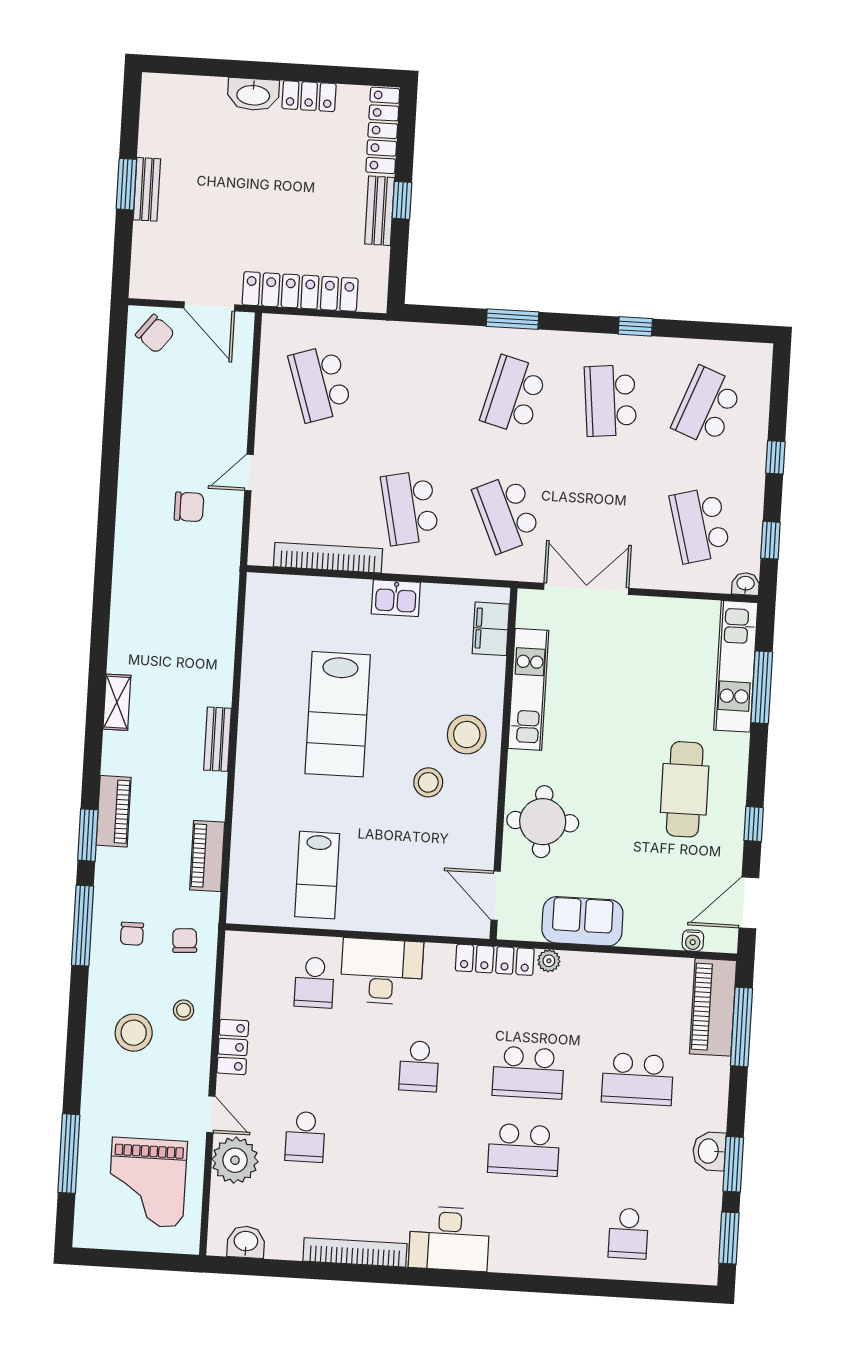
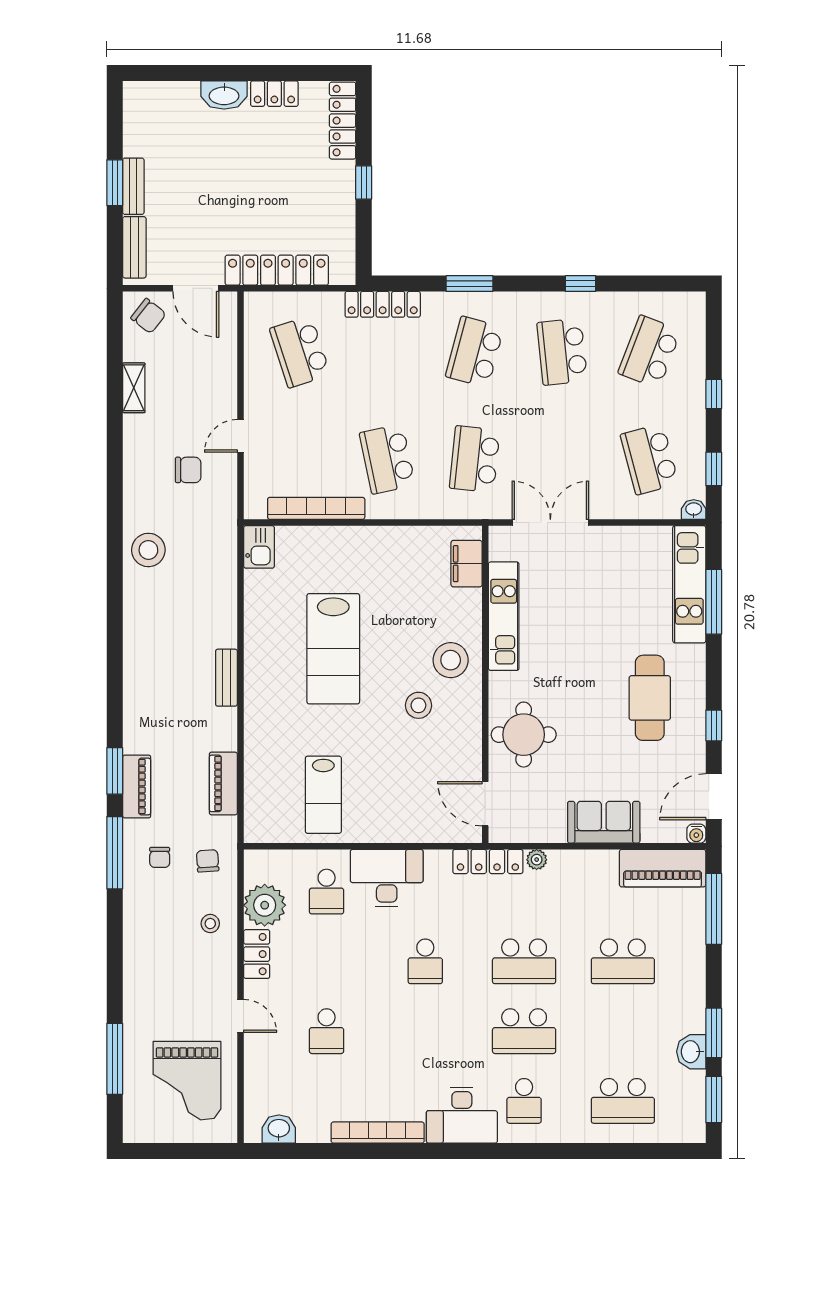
bench: (380, 211) -> (134, 247), moved
locker: (415, 336) -> (383, 304), added
school desk: (507, 514) -> (475, 459), turned 30
kitchen sink: (396, 598) -> (259, 547), moved, turned -90
shelving: (117, 702) -> (134, 388), moved
piano: (114, 811) -> (137, 787), moved
sofa: (582, 921) -> (604, 822), moved
water cooler: (693, 941) -> (696, 834), moved
piano: (713, 1007) -> (663, 868), moved, turned -90
stool: (134, 1033) -> (148, 550), moved
washbasin: (709, 1151) -> (691, 1052), moved
plant: (235, 1160) -> (265, 905), moved
school desk: (519, 1227) -> (524, 1101), added
school desk: (628, 1233) -> (623, 1101), width x1.85

